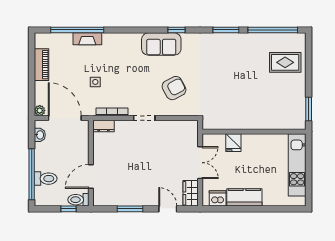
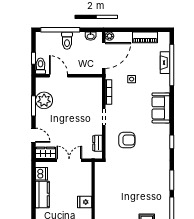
fireplace: (87, 39) -> (165, 63), moved
sofa: (161, 44) -> (161, 108), moved
armchair: (174, 88) -> (127, 140), turned -62
dresser: (104, 126) -> (98, 143), moved
fridge: (233, 143) -> (85, 202), moved
double door: (200, 163) -> (69, 160), swing flipped
toilet: (46, 179) -> (67, 41), moved
plant: (123, 195) -> (44, 100), added
door: (168, 209) -> (33, 135), hinge flipped

